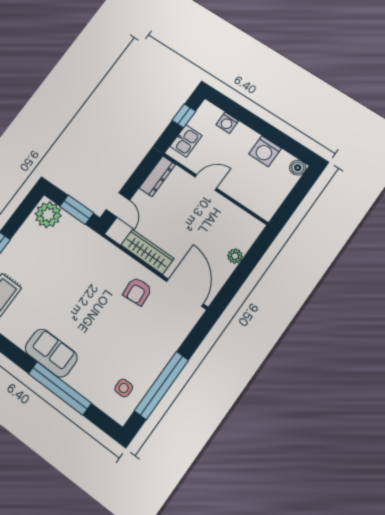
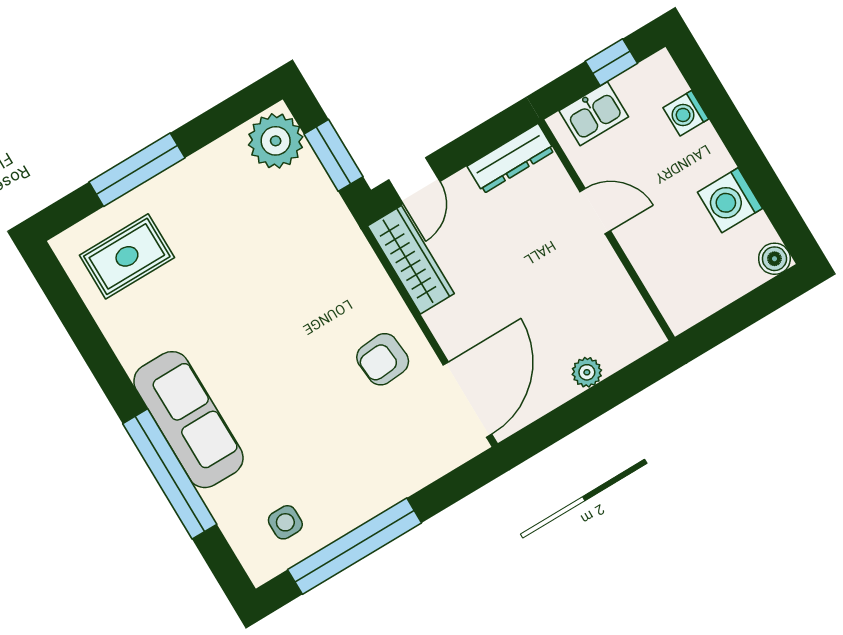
wardrobe: (147, 252) -> (411, 260), moved
sofa: (51, 353) -> (188, 420), width x1.36

